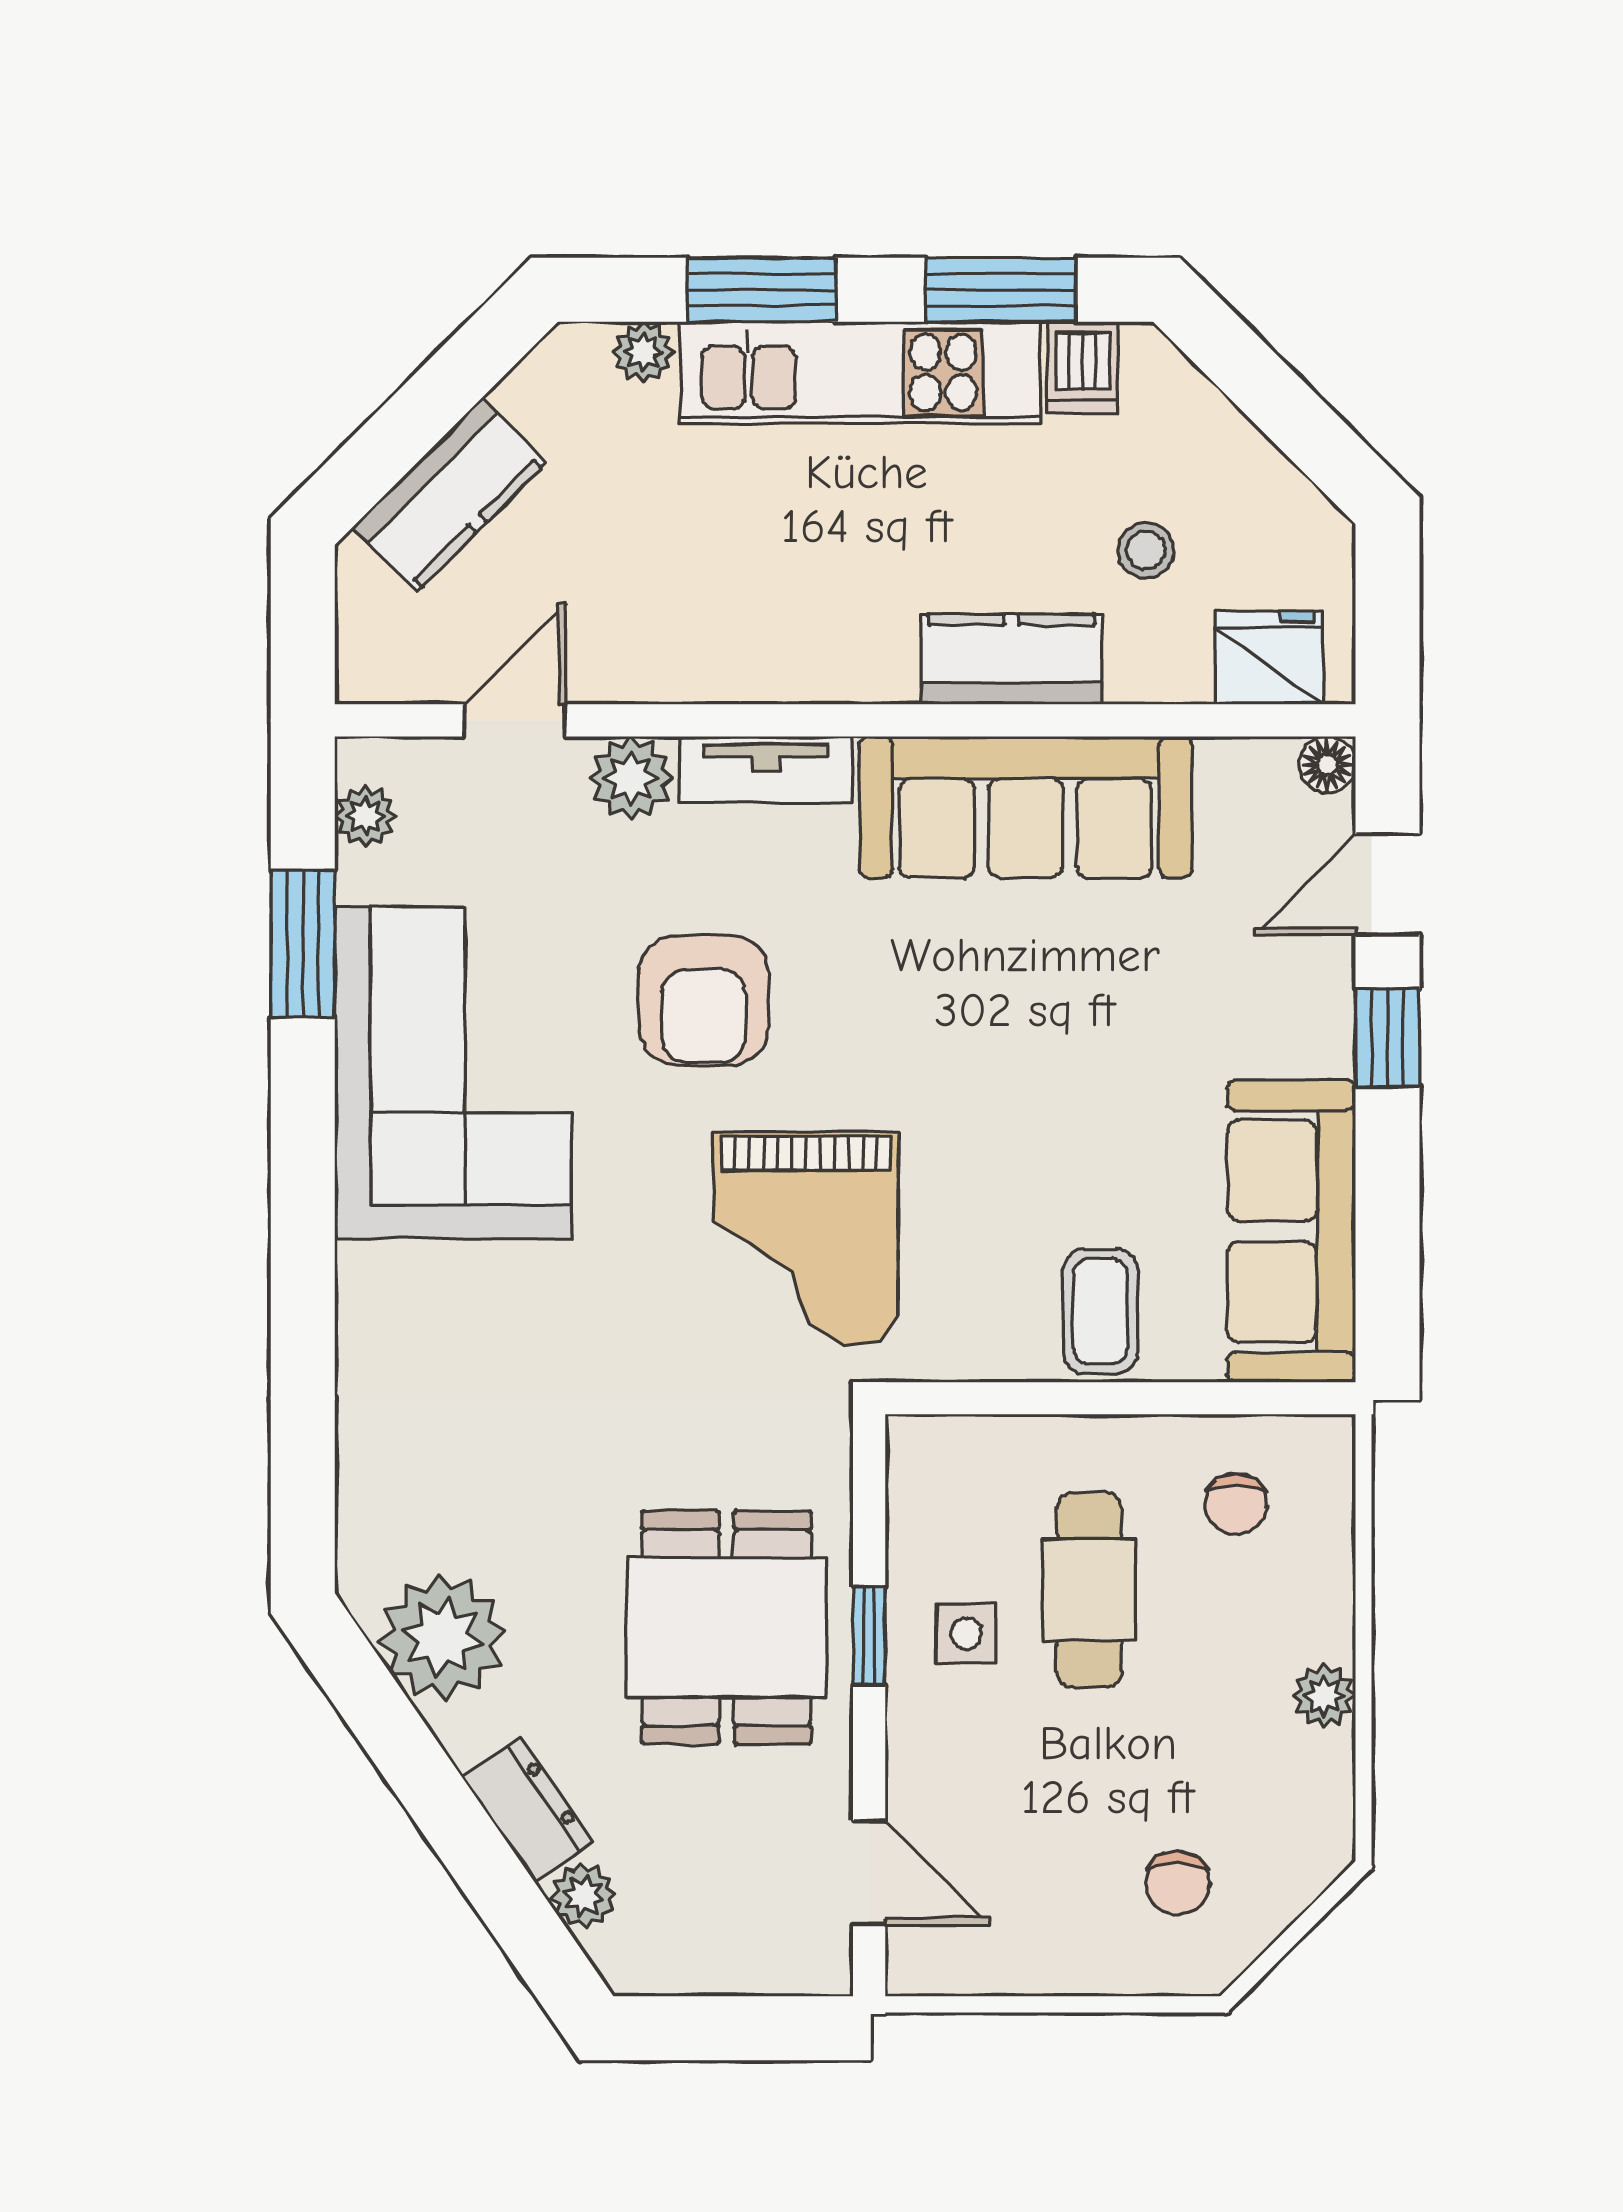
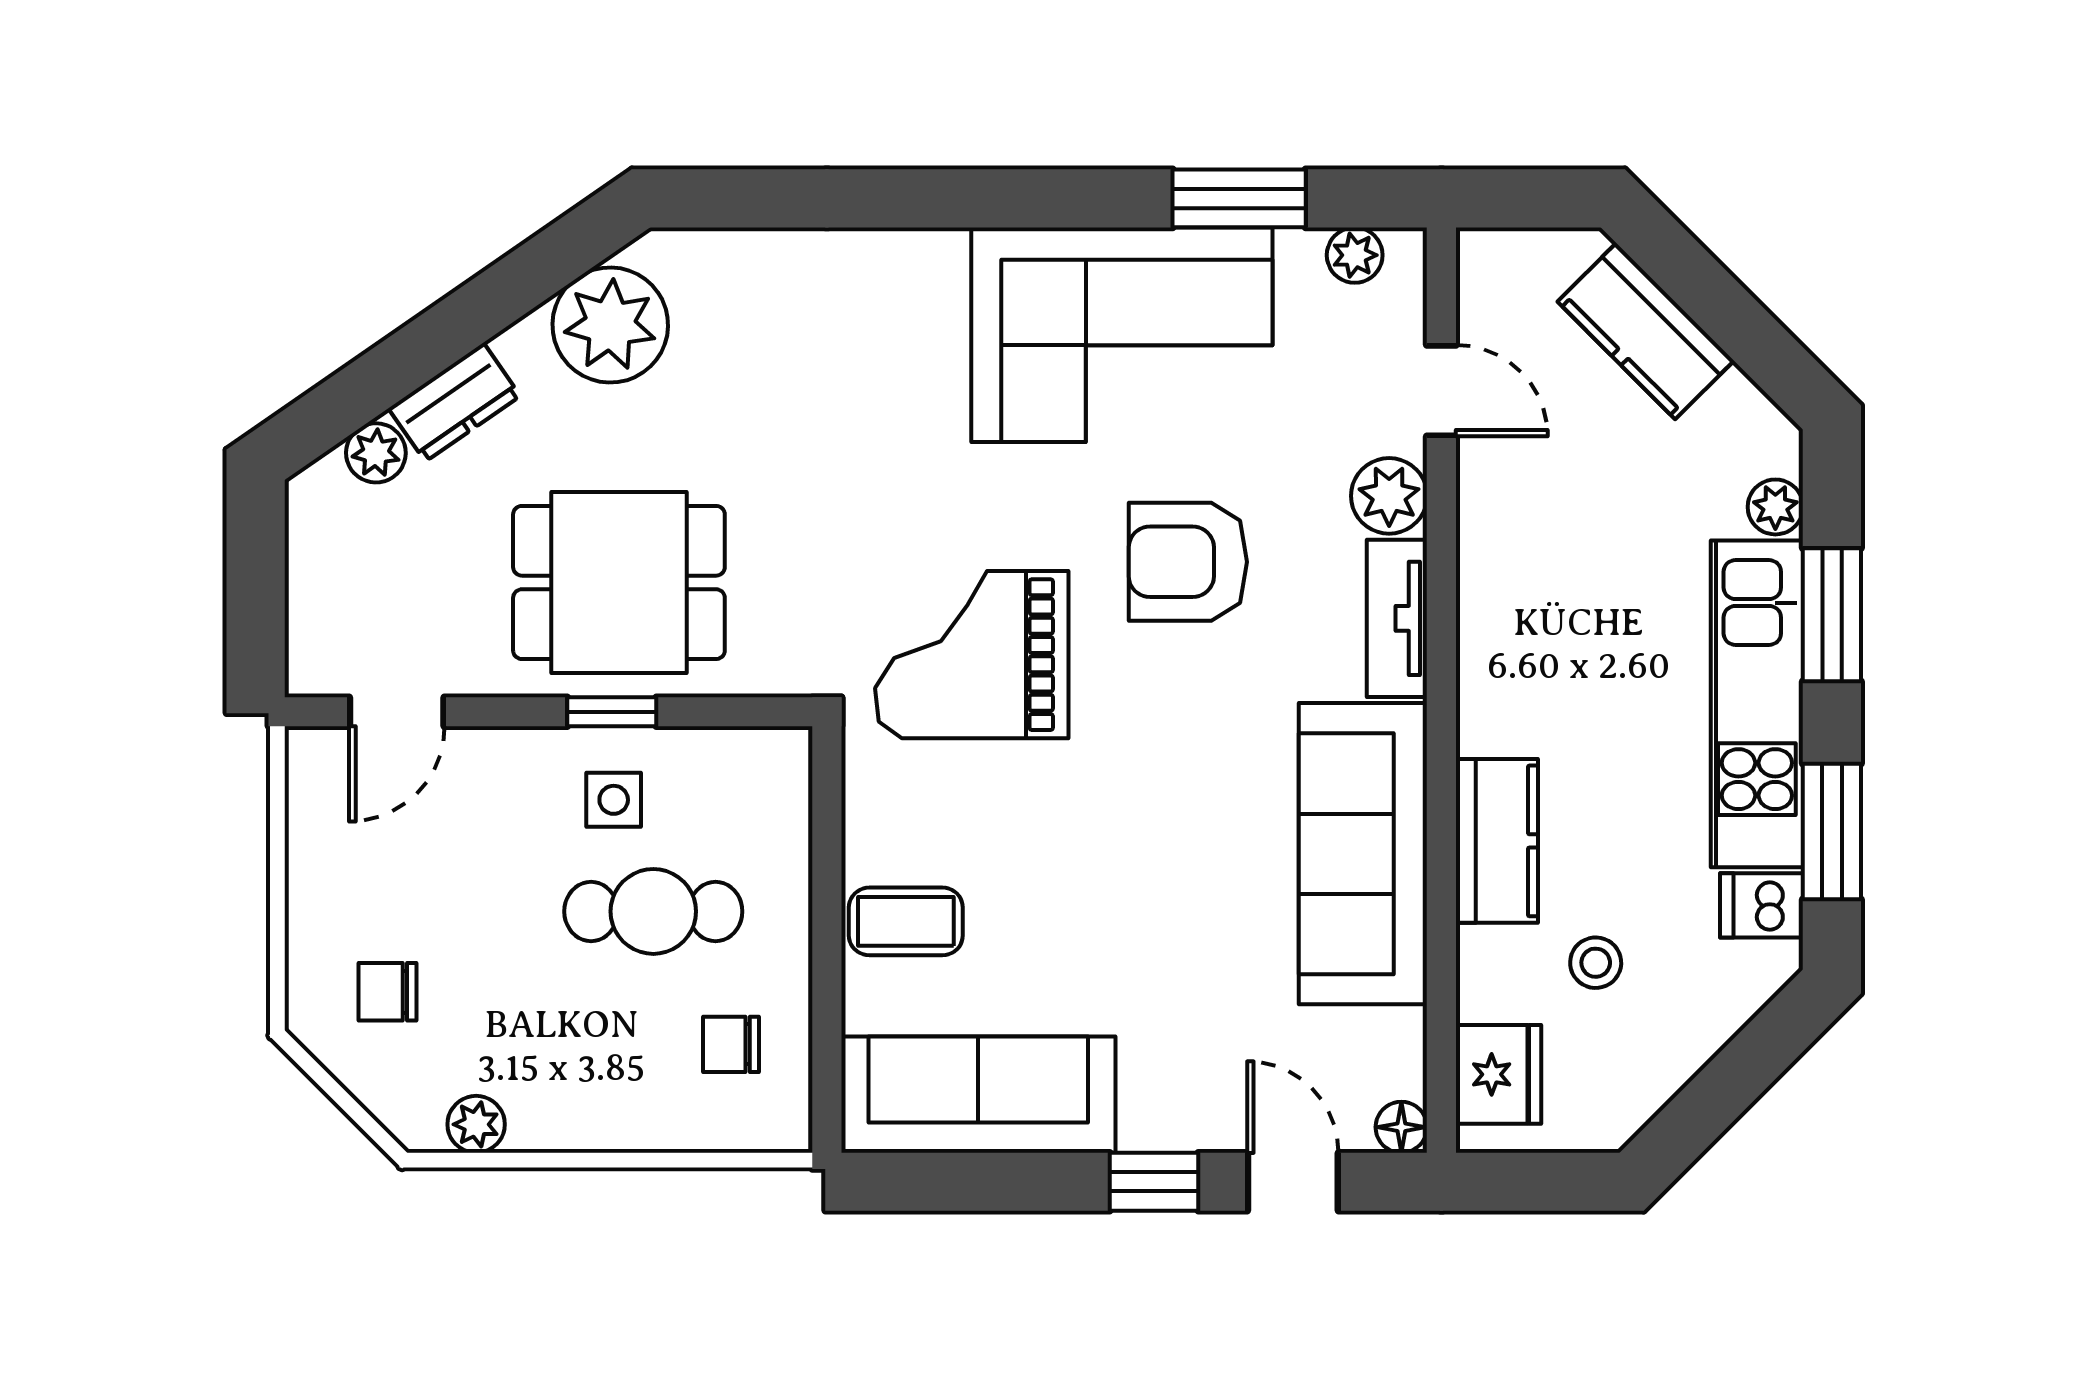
plant: (1324, 1696) -> (476, 1124), moved

